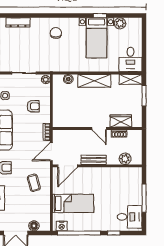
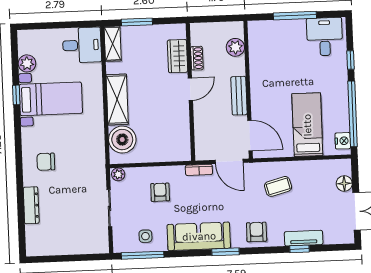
dresser: (18, 22) -> (31, 205), moved
boiler: (68, 79) -> (122, 140), width x1.86, depth x1.86

